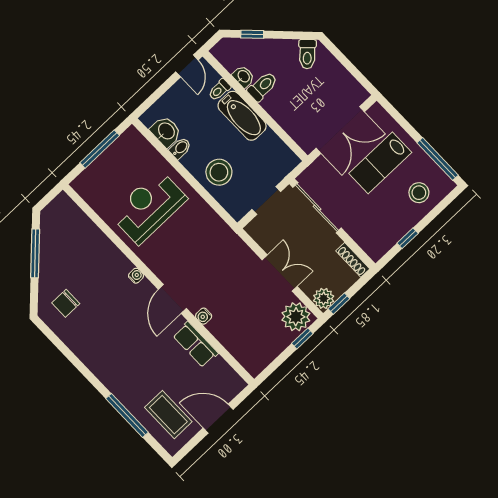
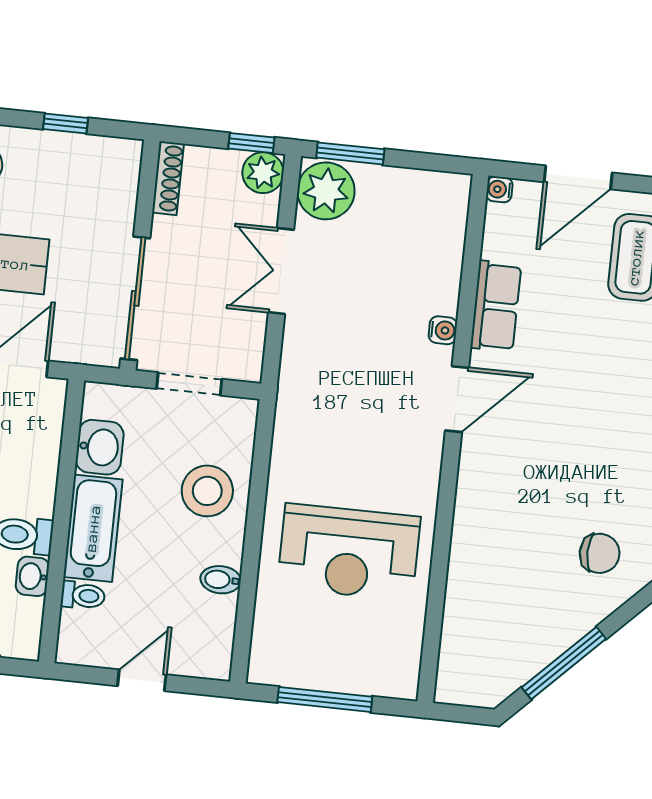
door: (187, 66) -> (142, 680), moved
washbasin: (166, 131) -> (100, 447), moved, turned 180
water cooler: (136, 276) -> (499, 189), moved
window: (302, 338) -> (350, 153), width x1.50
door: (218, 419) -> (578, 177), hinge flipped

